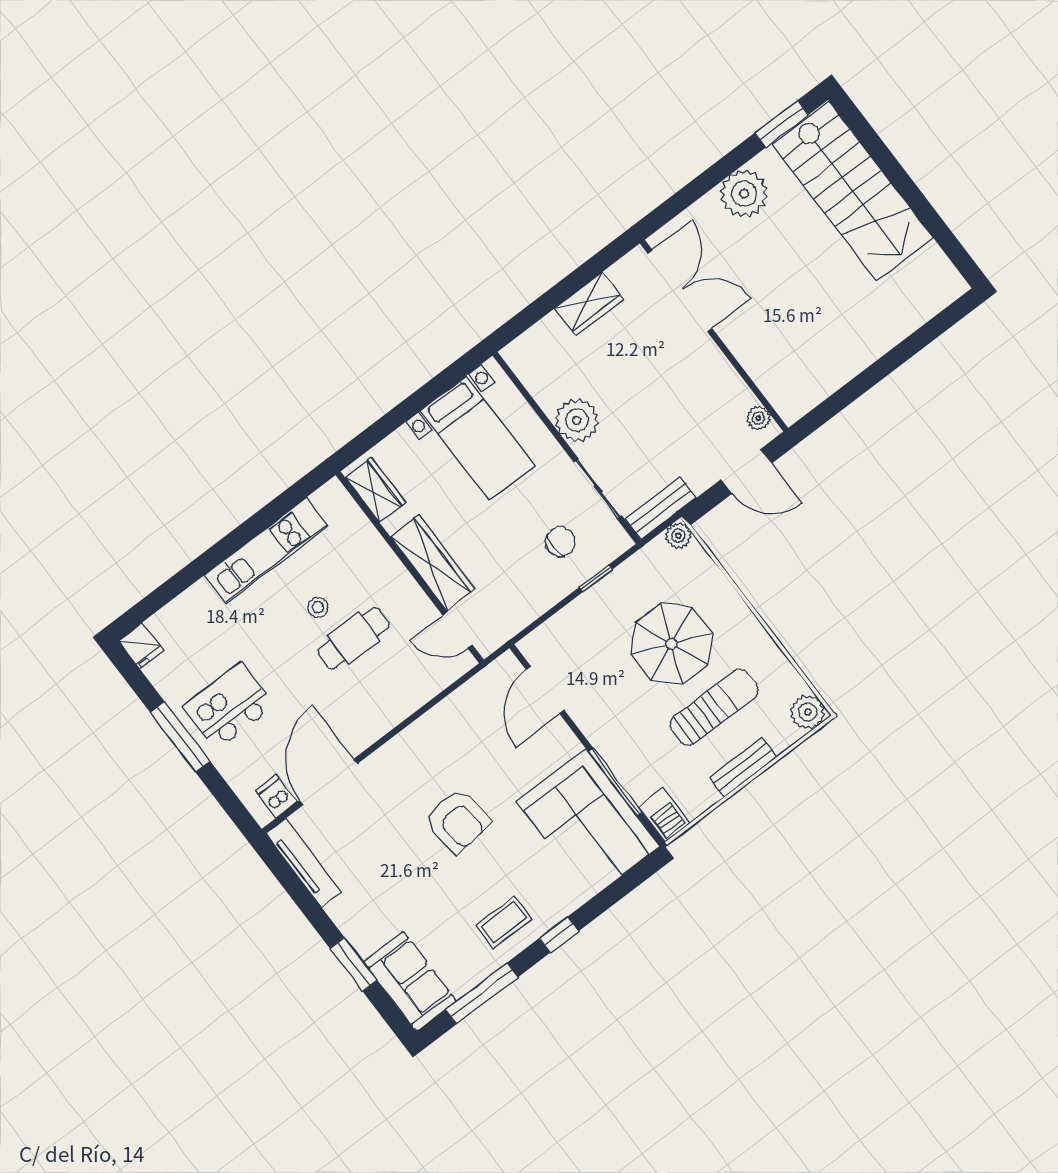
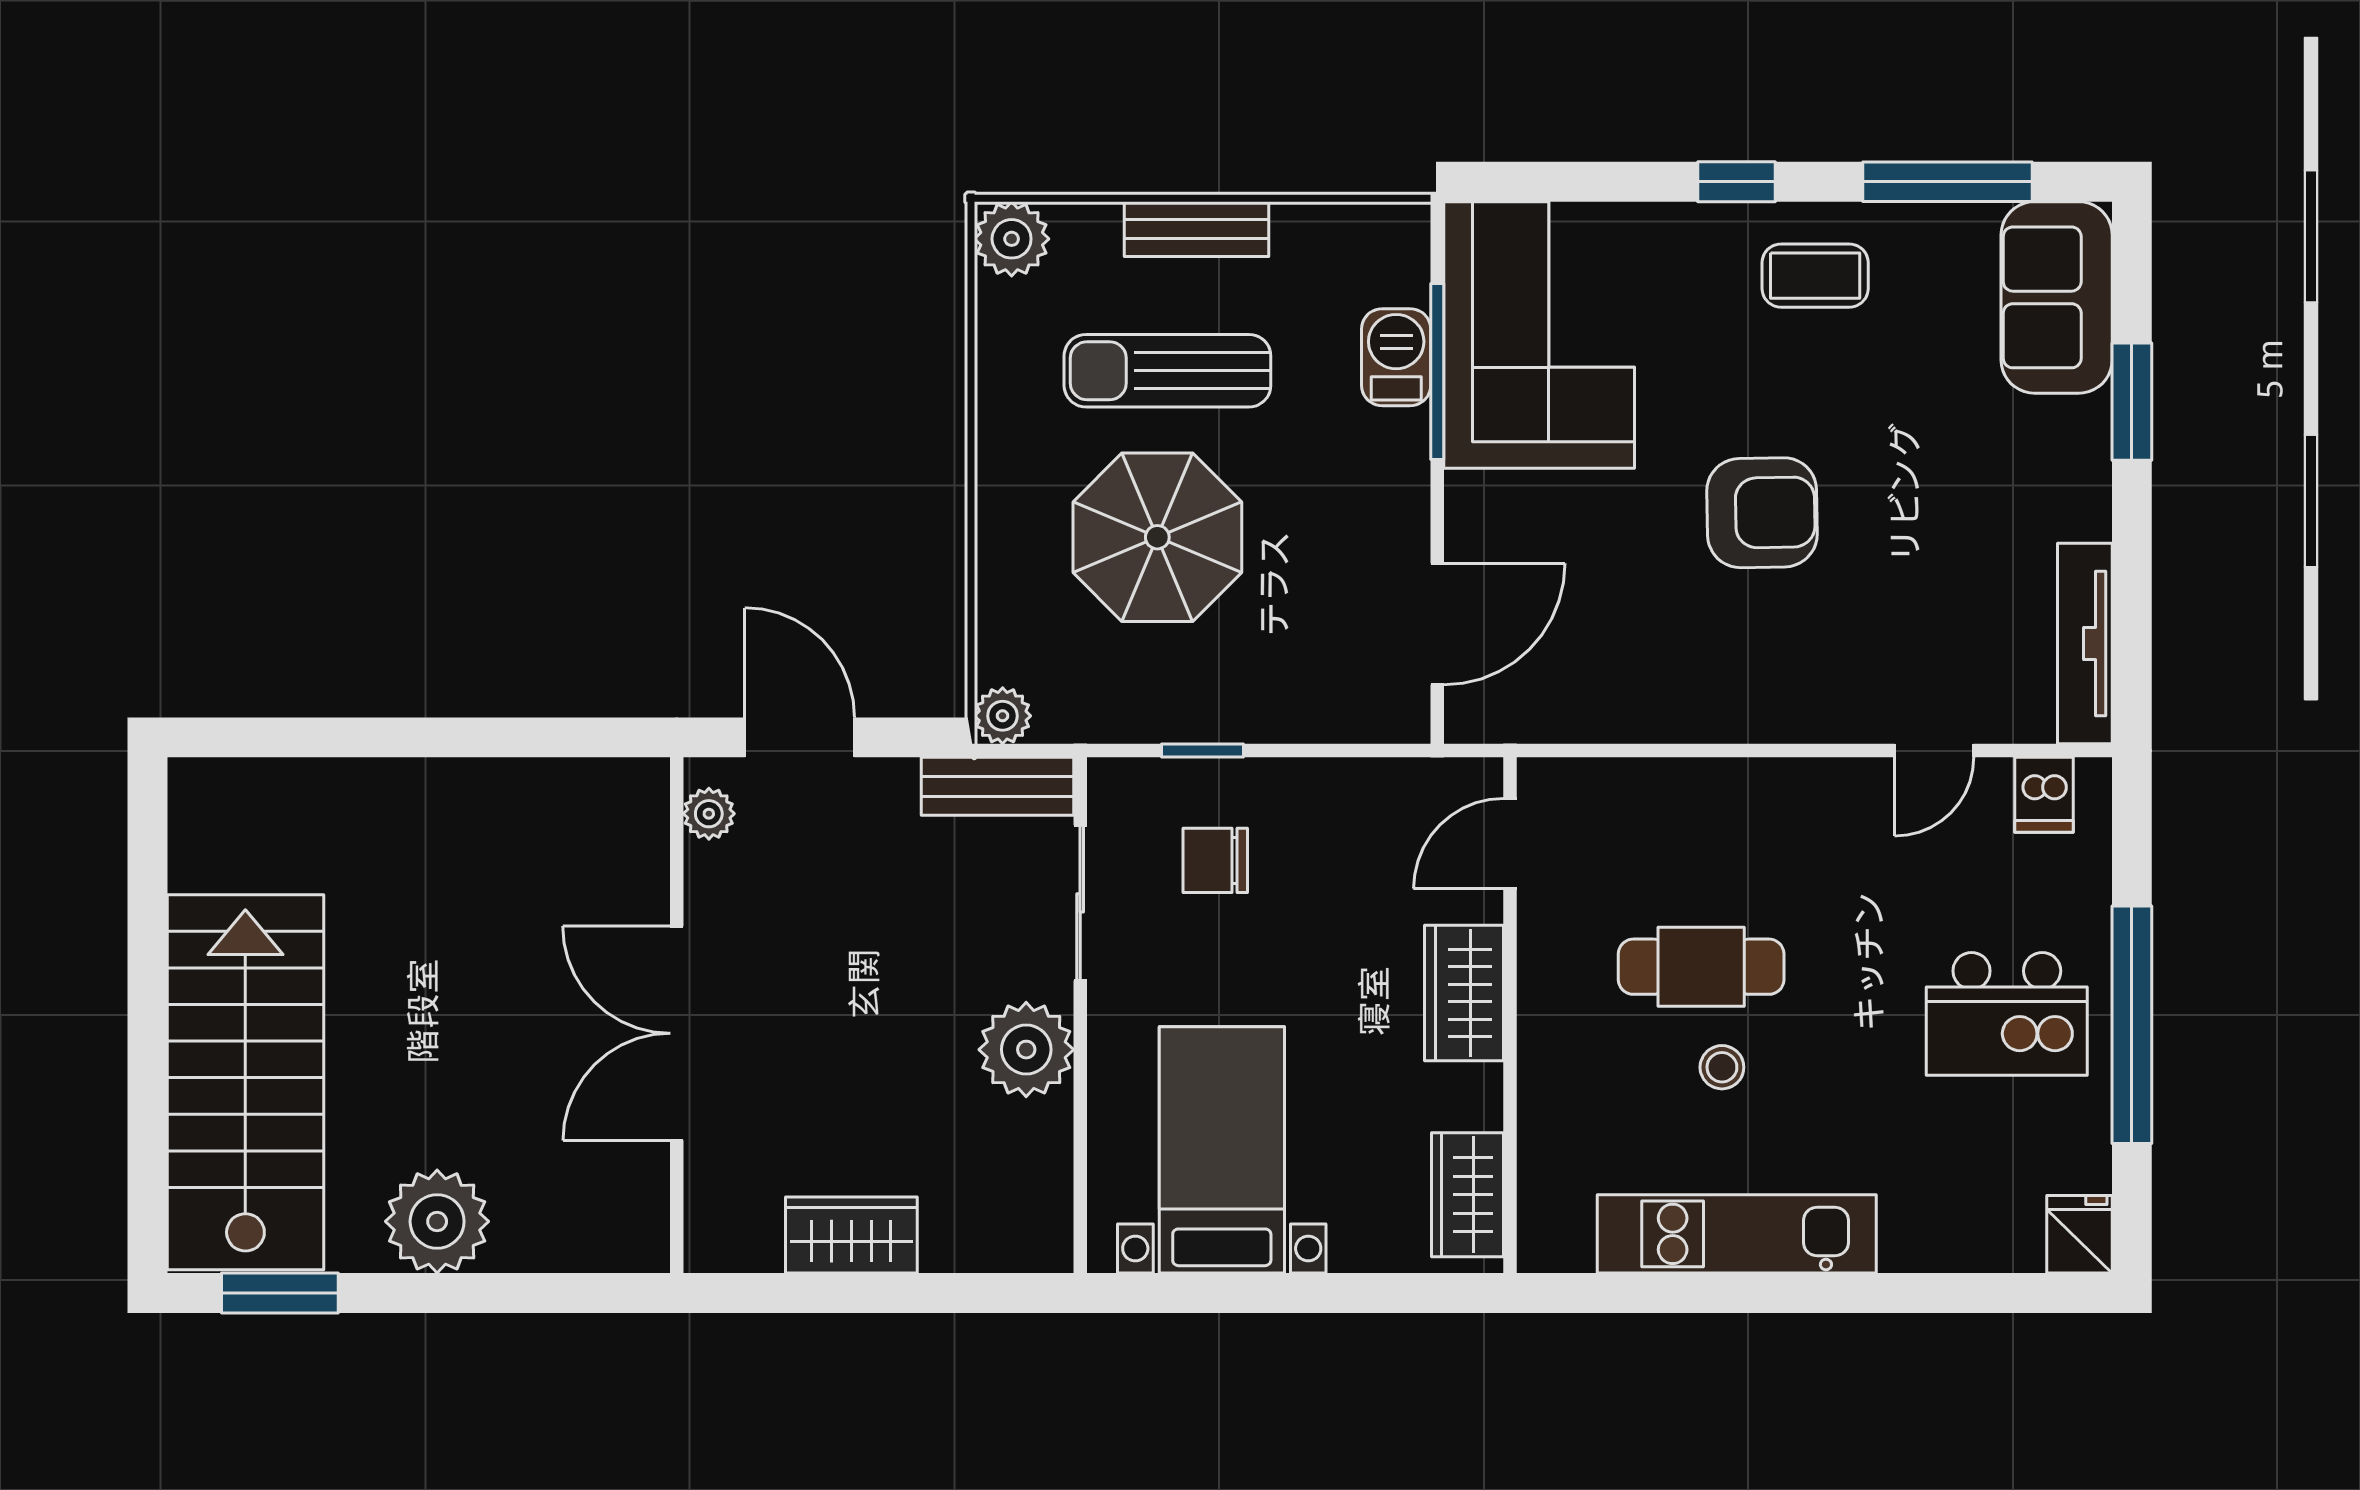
double door: (680, 291) -> (677, 1033), moved
wardrobe: (433, 563) -> (1464, 993), width x0.67
door: (457, 630) -> (1510, 844), swing flipped
window: (180, 737) -> (2132, 1025), width x1.46
door: (329, 782) -> (1934, 751), width x0.53
barbecue: (664, 815) -> (1396, 357), moved
armchair: (458, 821) -> (1762, 513), turned 95

